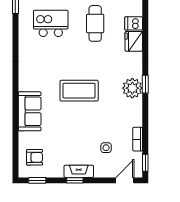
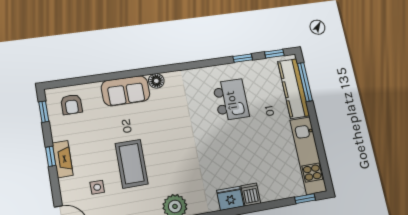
cafe table: (95, 23) -> (241, 150), removed
floor lamp: (25, 84) -> (156, 81), added
coffee table: (79, 91) -> (132, 164), moved

